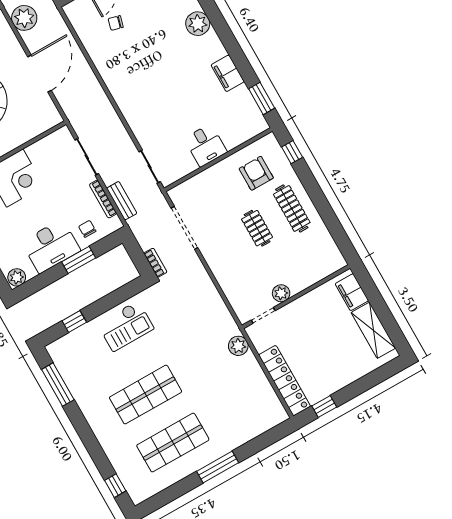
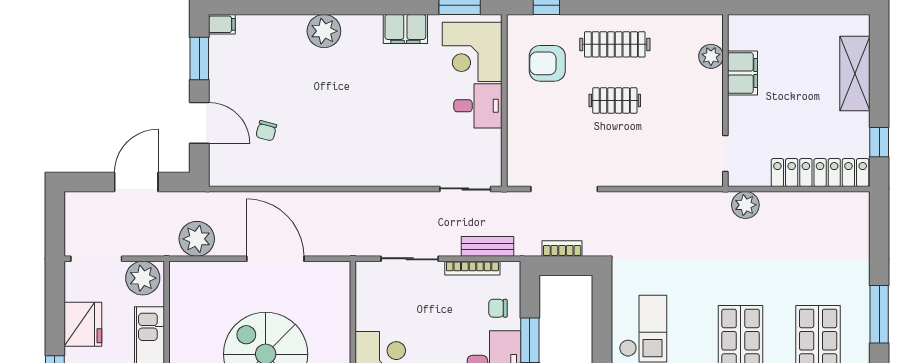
corner desk: (237, 123) -> (472, 52), added
bookcase: (155, 263) -> (562, 249), moved
filing cabinet: (352, 292) -> (743, 73), moved, turned -90
plant: (281, 293) -> (711, 56), moved
shelving: (373, 330) -> (855, 74), moved, turned 90

